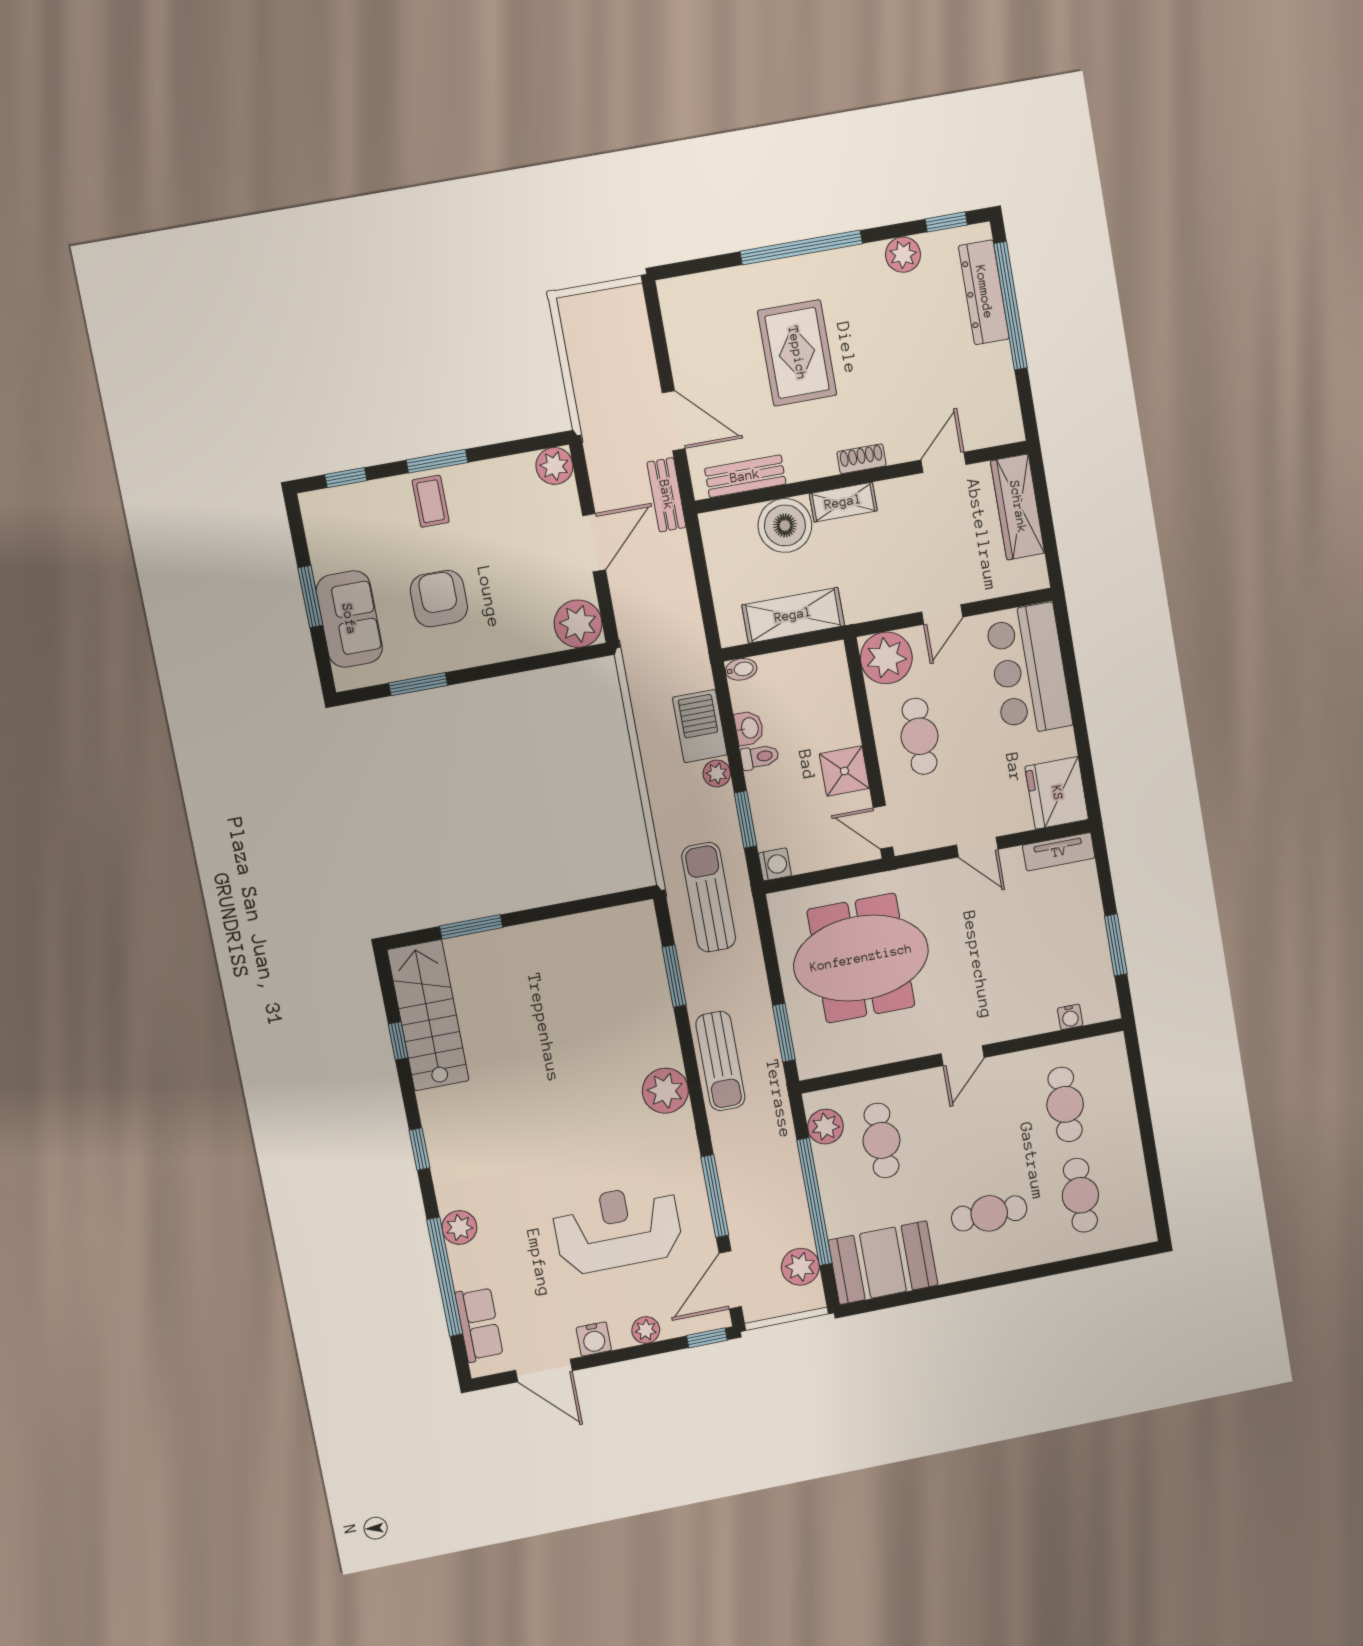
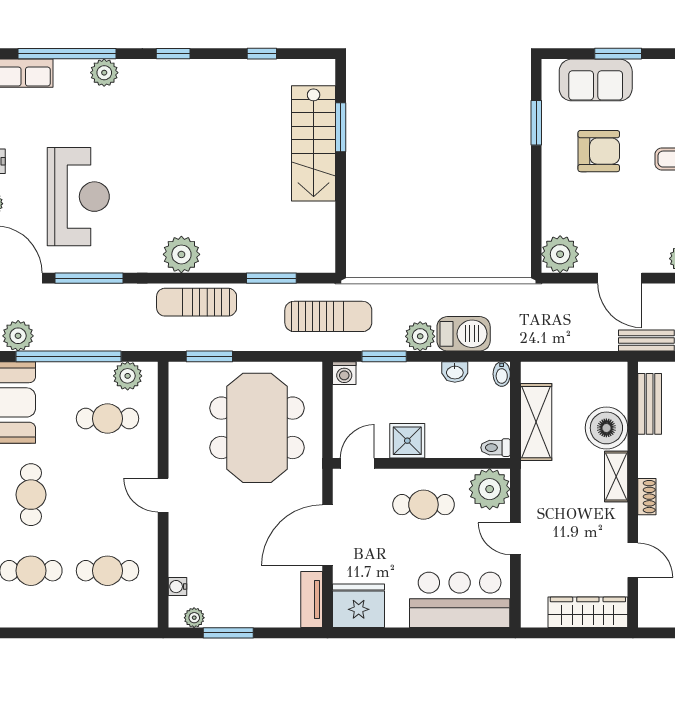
toilet: (760, 757) -> (495, 448), moved, turned 90
plant: (717, 773) -> (420, 336), width x1.38, depth x1.38
door: (977, 847) -> (328, 535), width x1.87
plant: (1104, 989) -> (194, 618), added
stairs: (428, 1015) -> (314, 143), moved, turned 90

